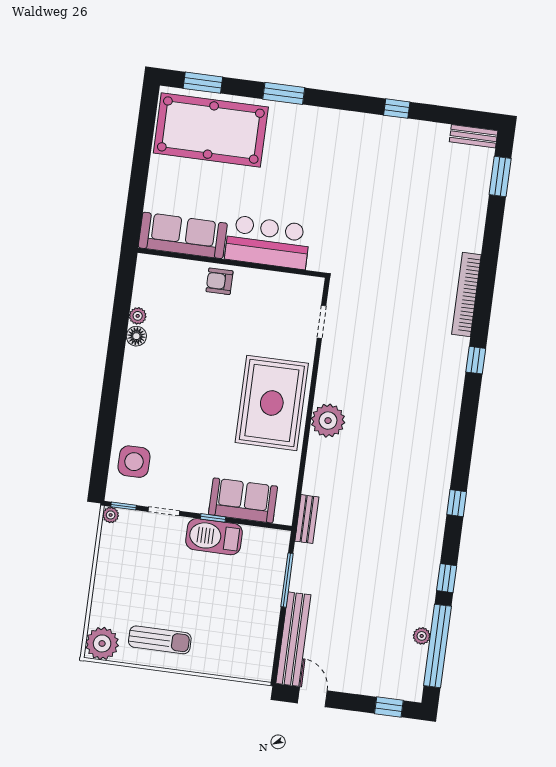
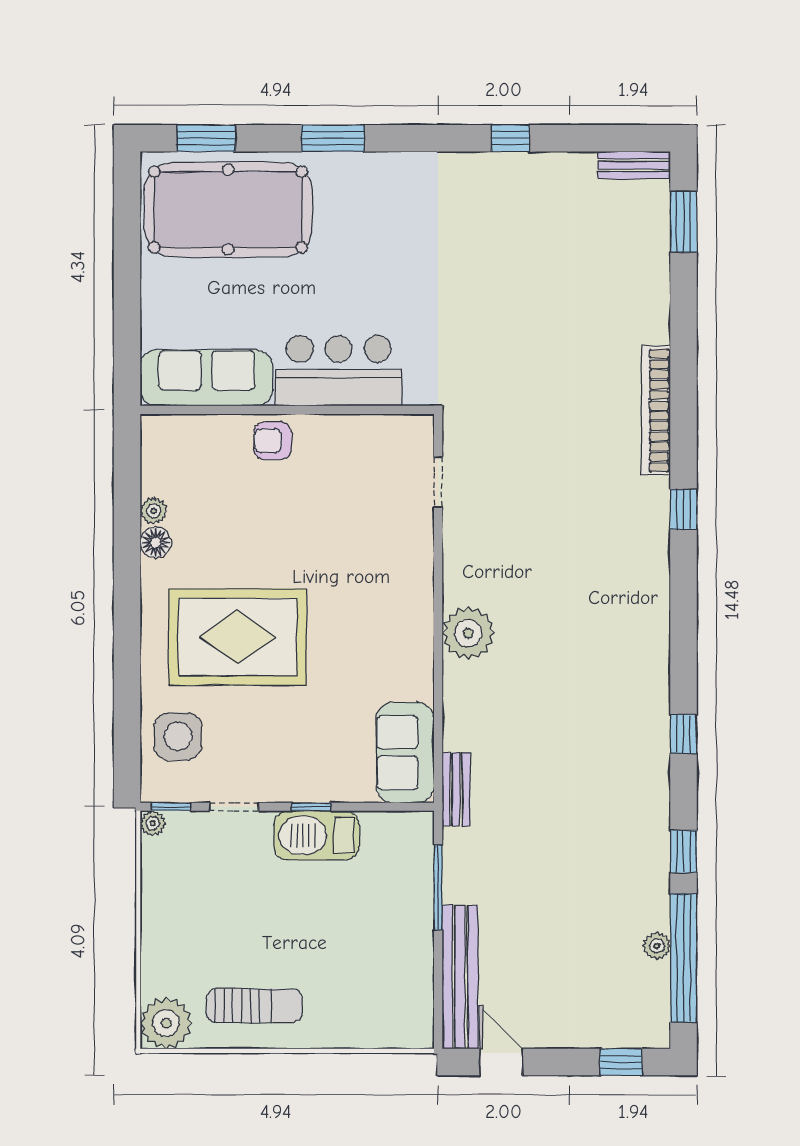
rug: (272, 403) -> (237, 637), moved, turned 90
sofa: (243, 500) -> (405, 752), moved, turned -90

